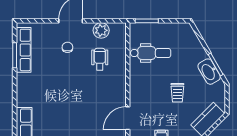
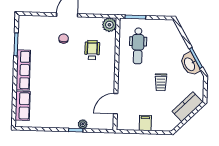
plant: (101, 30) -> (109, 25), moved
row of seats: (24, 50) -> (23, 70), moved
dental chair: (151, 53) -> (138, 46), turned 90

